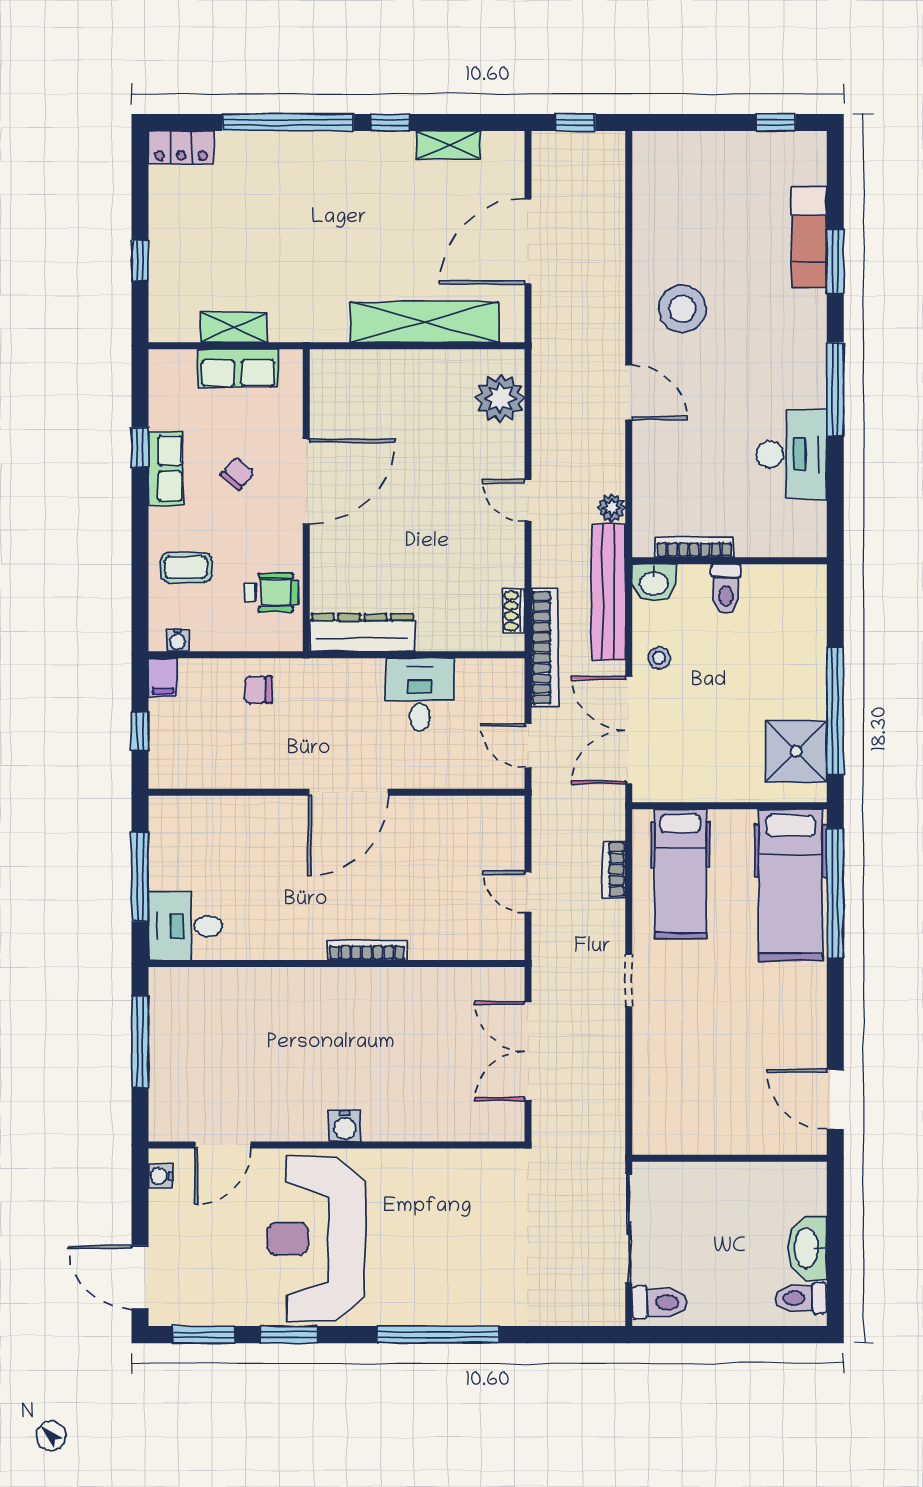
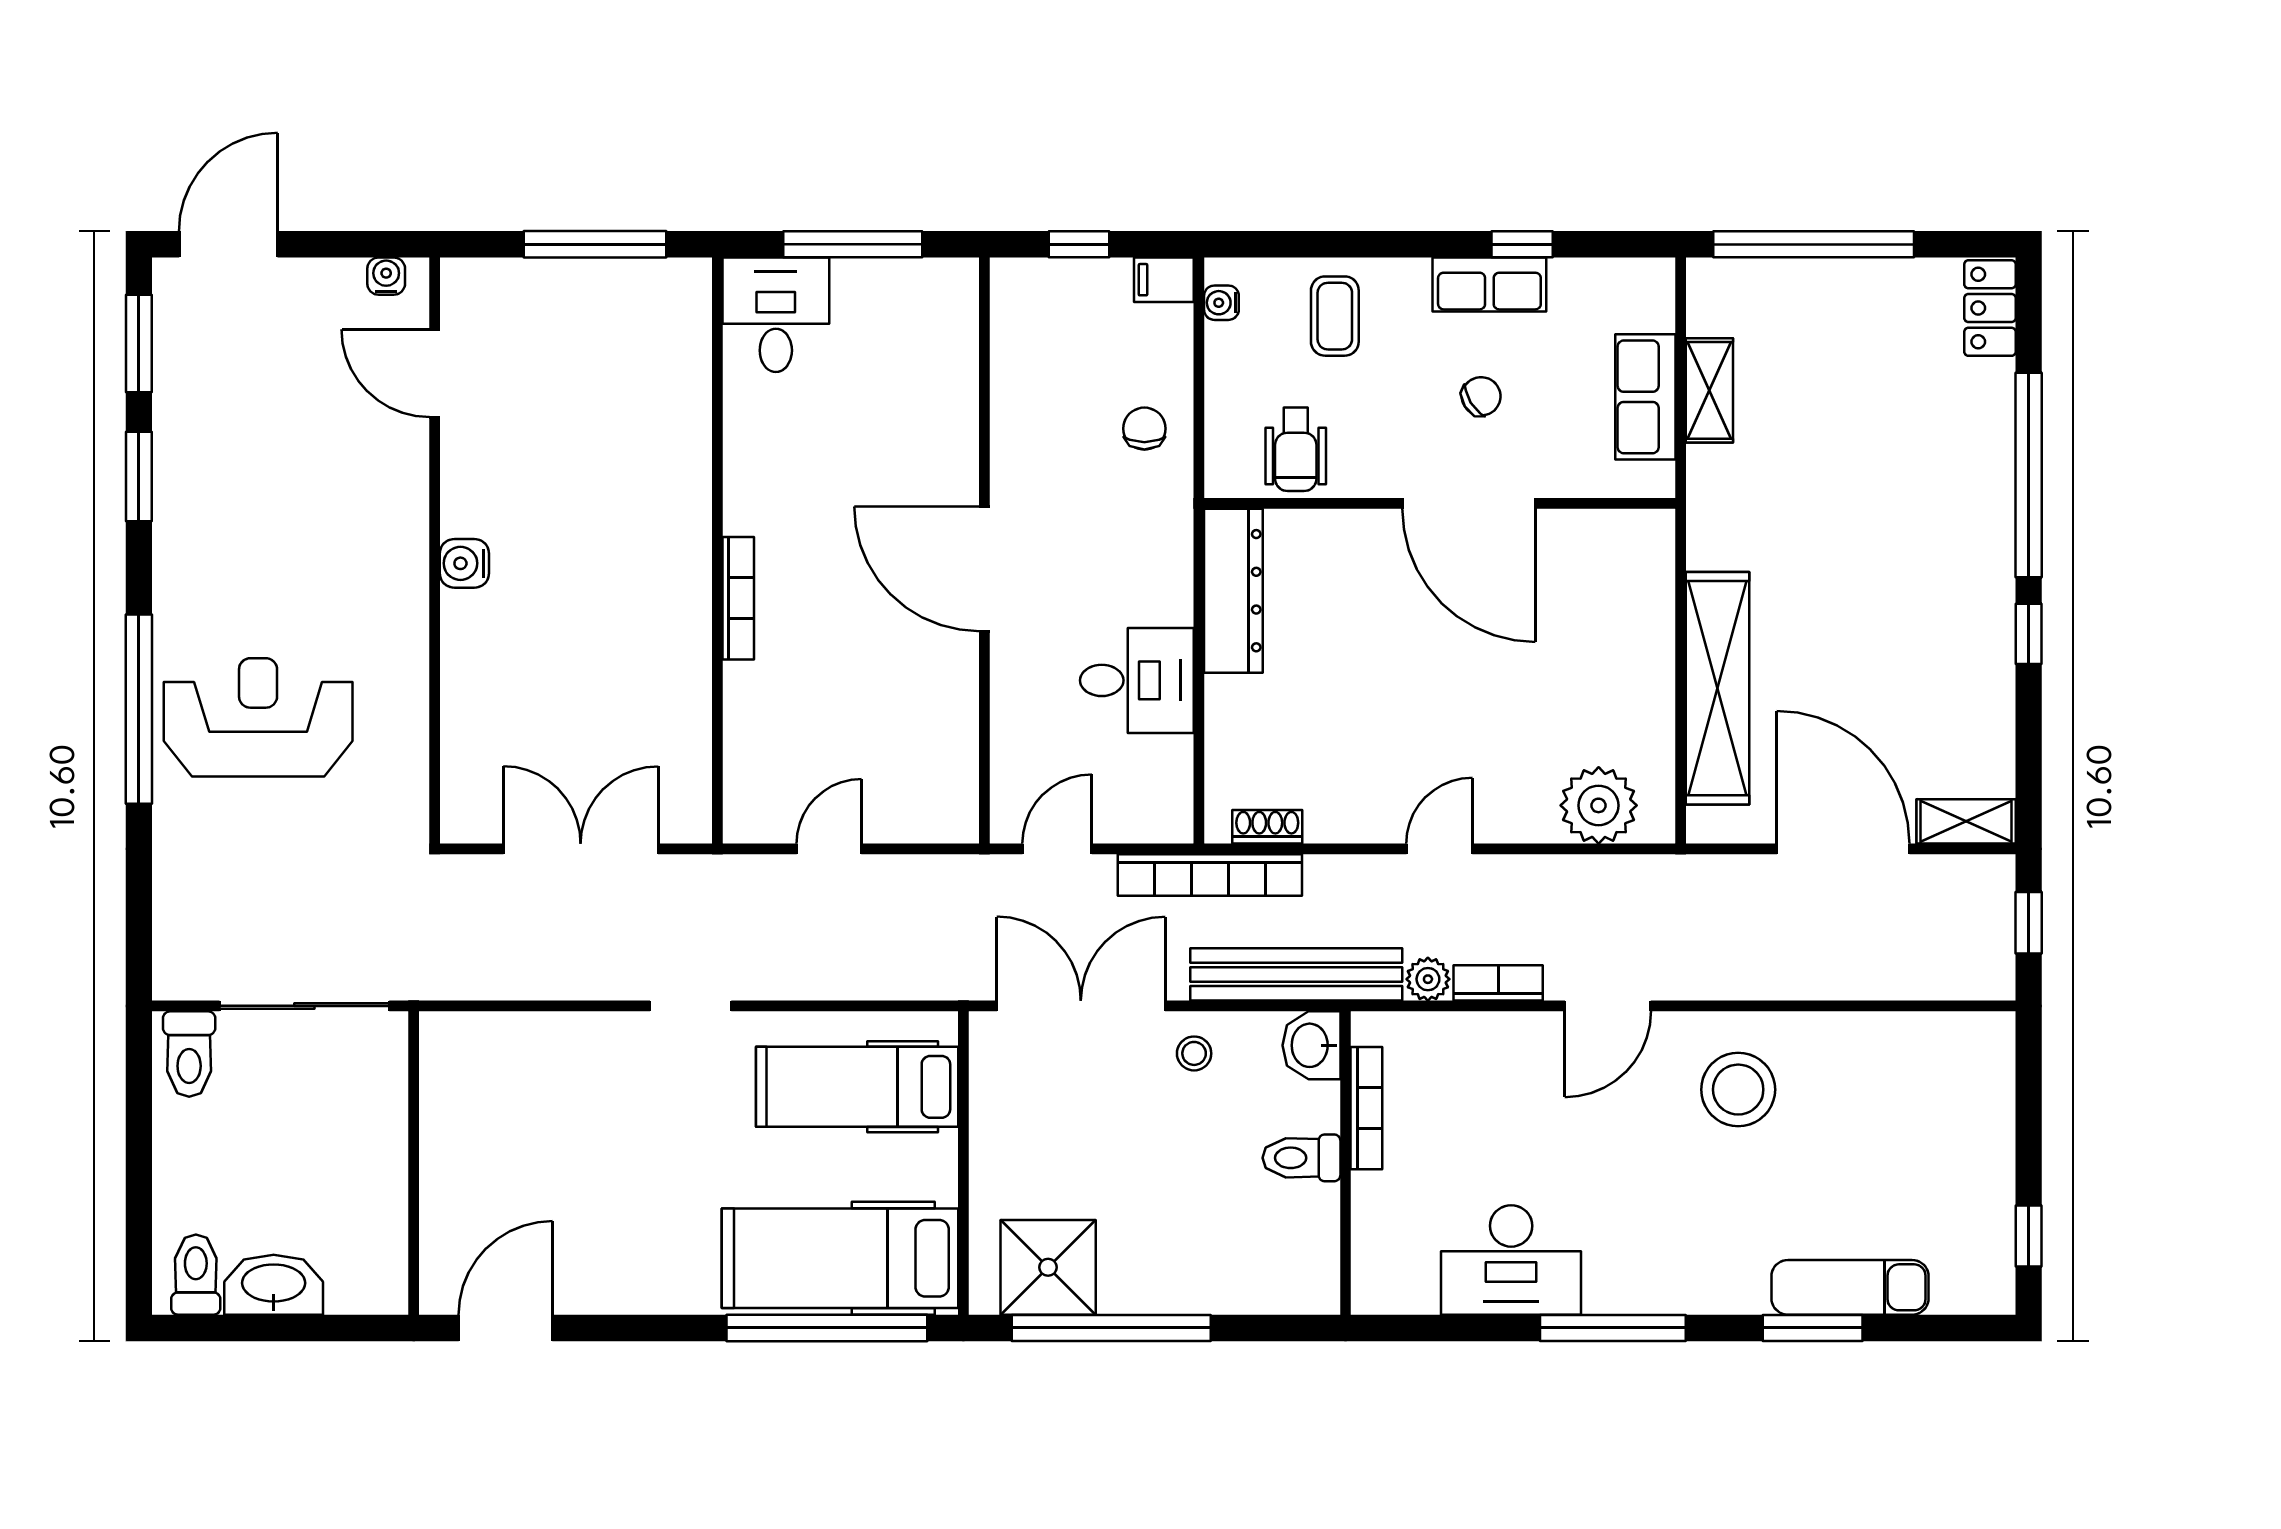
shelving: (449, 145) -> (1966, 821), moved, turned 90
window: (140, 260) -> (1814, 244), width x3.17
chair: (238, 474) -> (1481, 396), turned -73
bookcase: (614, 869) -> (1498, 983), moved
reception desk: (316, 1239) -> (258, 717), moved, width x0.74, depth x0.77

